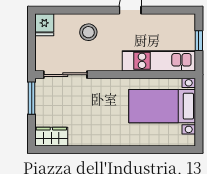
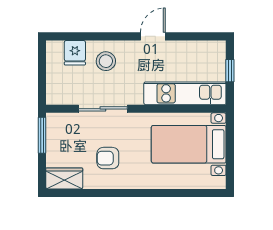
fridge: (44, 25) -> (75, 53), moved
sliding door: (65, 75) -> (103, 109), moved
armchair: (90, 118) -> (108, 158), added

